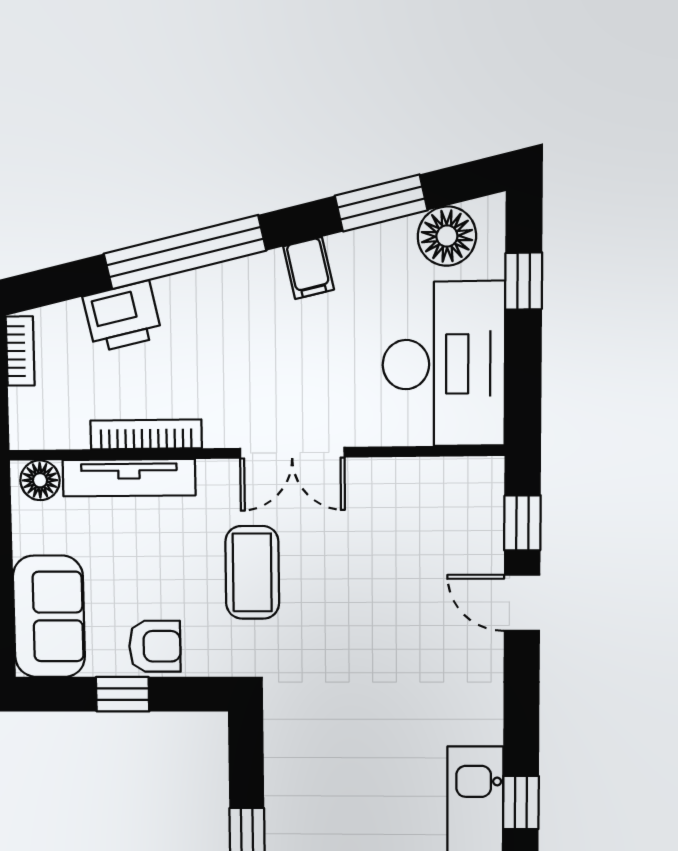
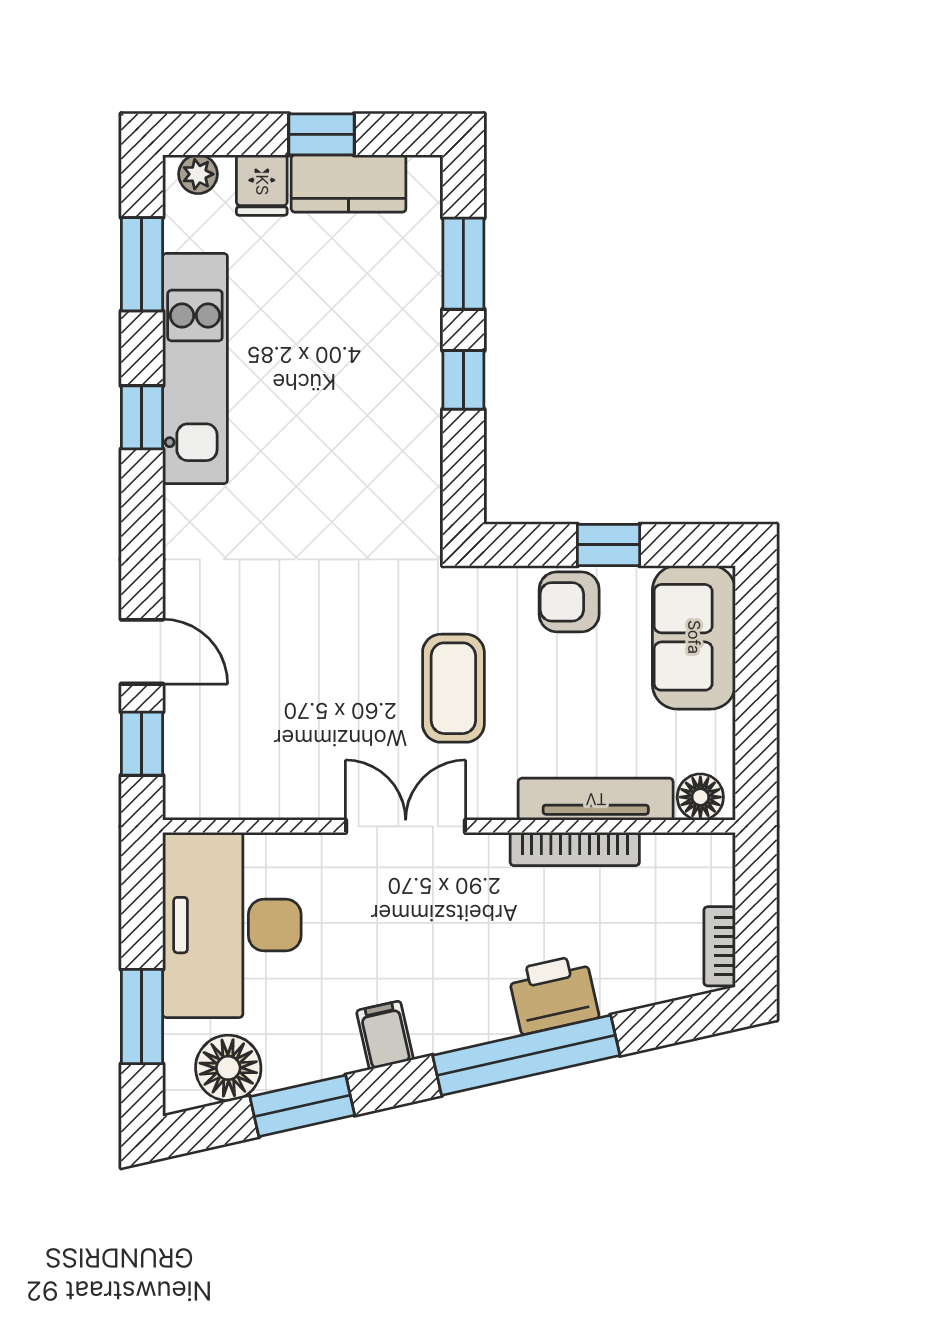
window: (524, 281) -> (142, 1016), width x1.50
printer: (122, 317) -> (553, 994), moved

